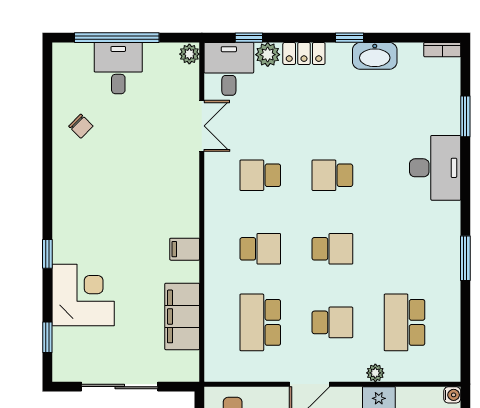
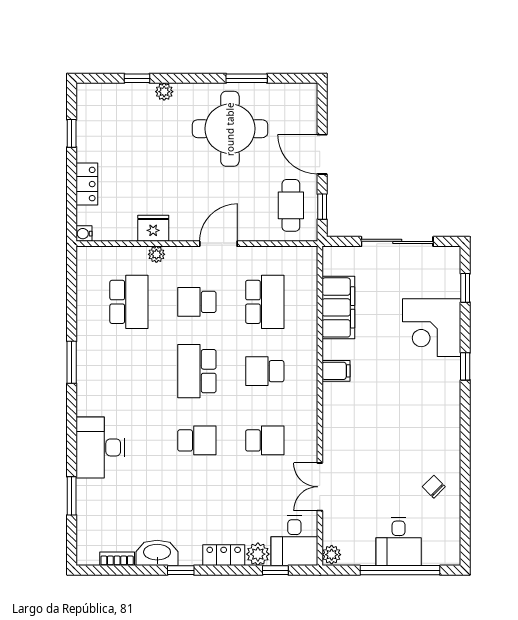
bookcase: (442, 50) -> (117, 559), moved
school desk: (332, 249) -> (197, 371), width x1.85

